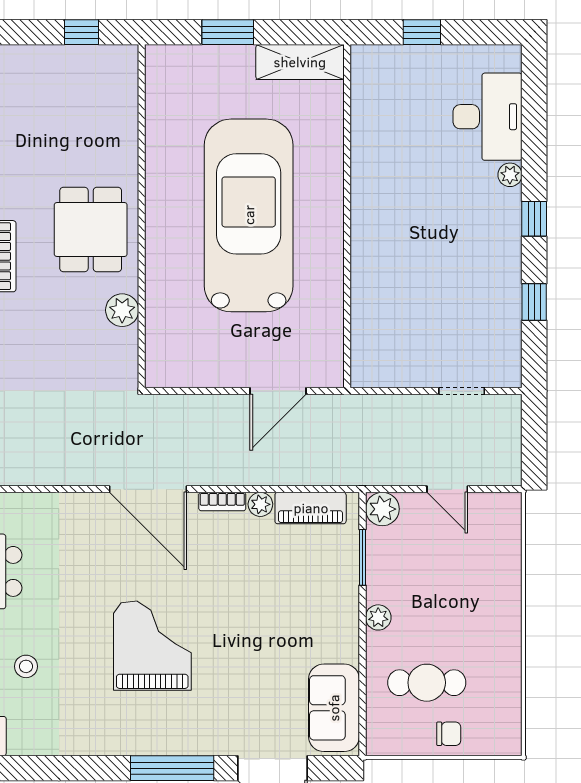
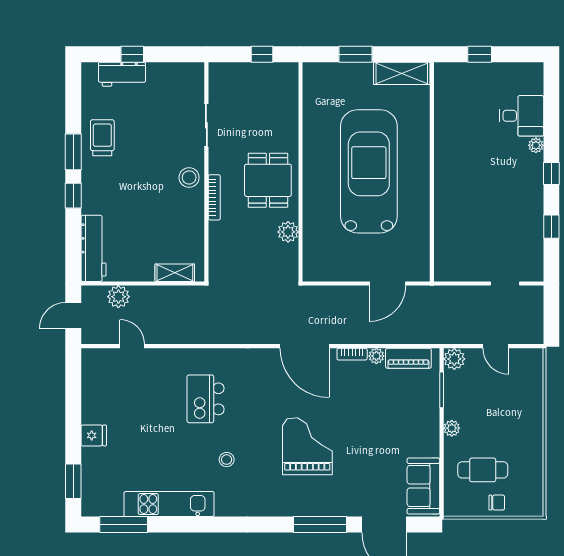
desk: (488, 117) -> (522, 116), width x0.73

